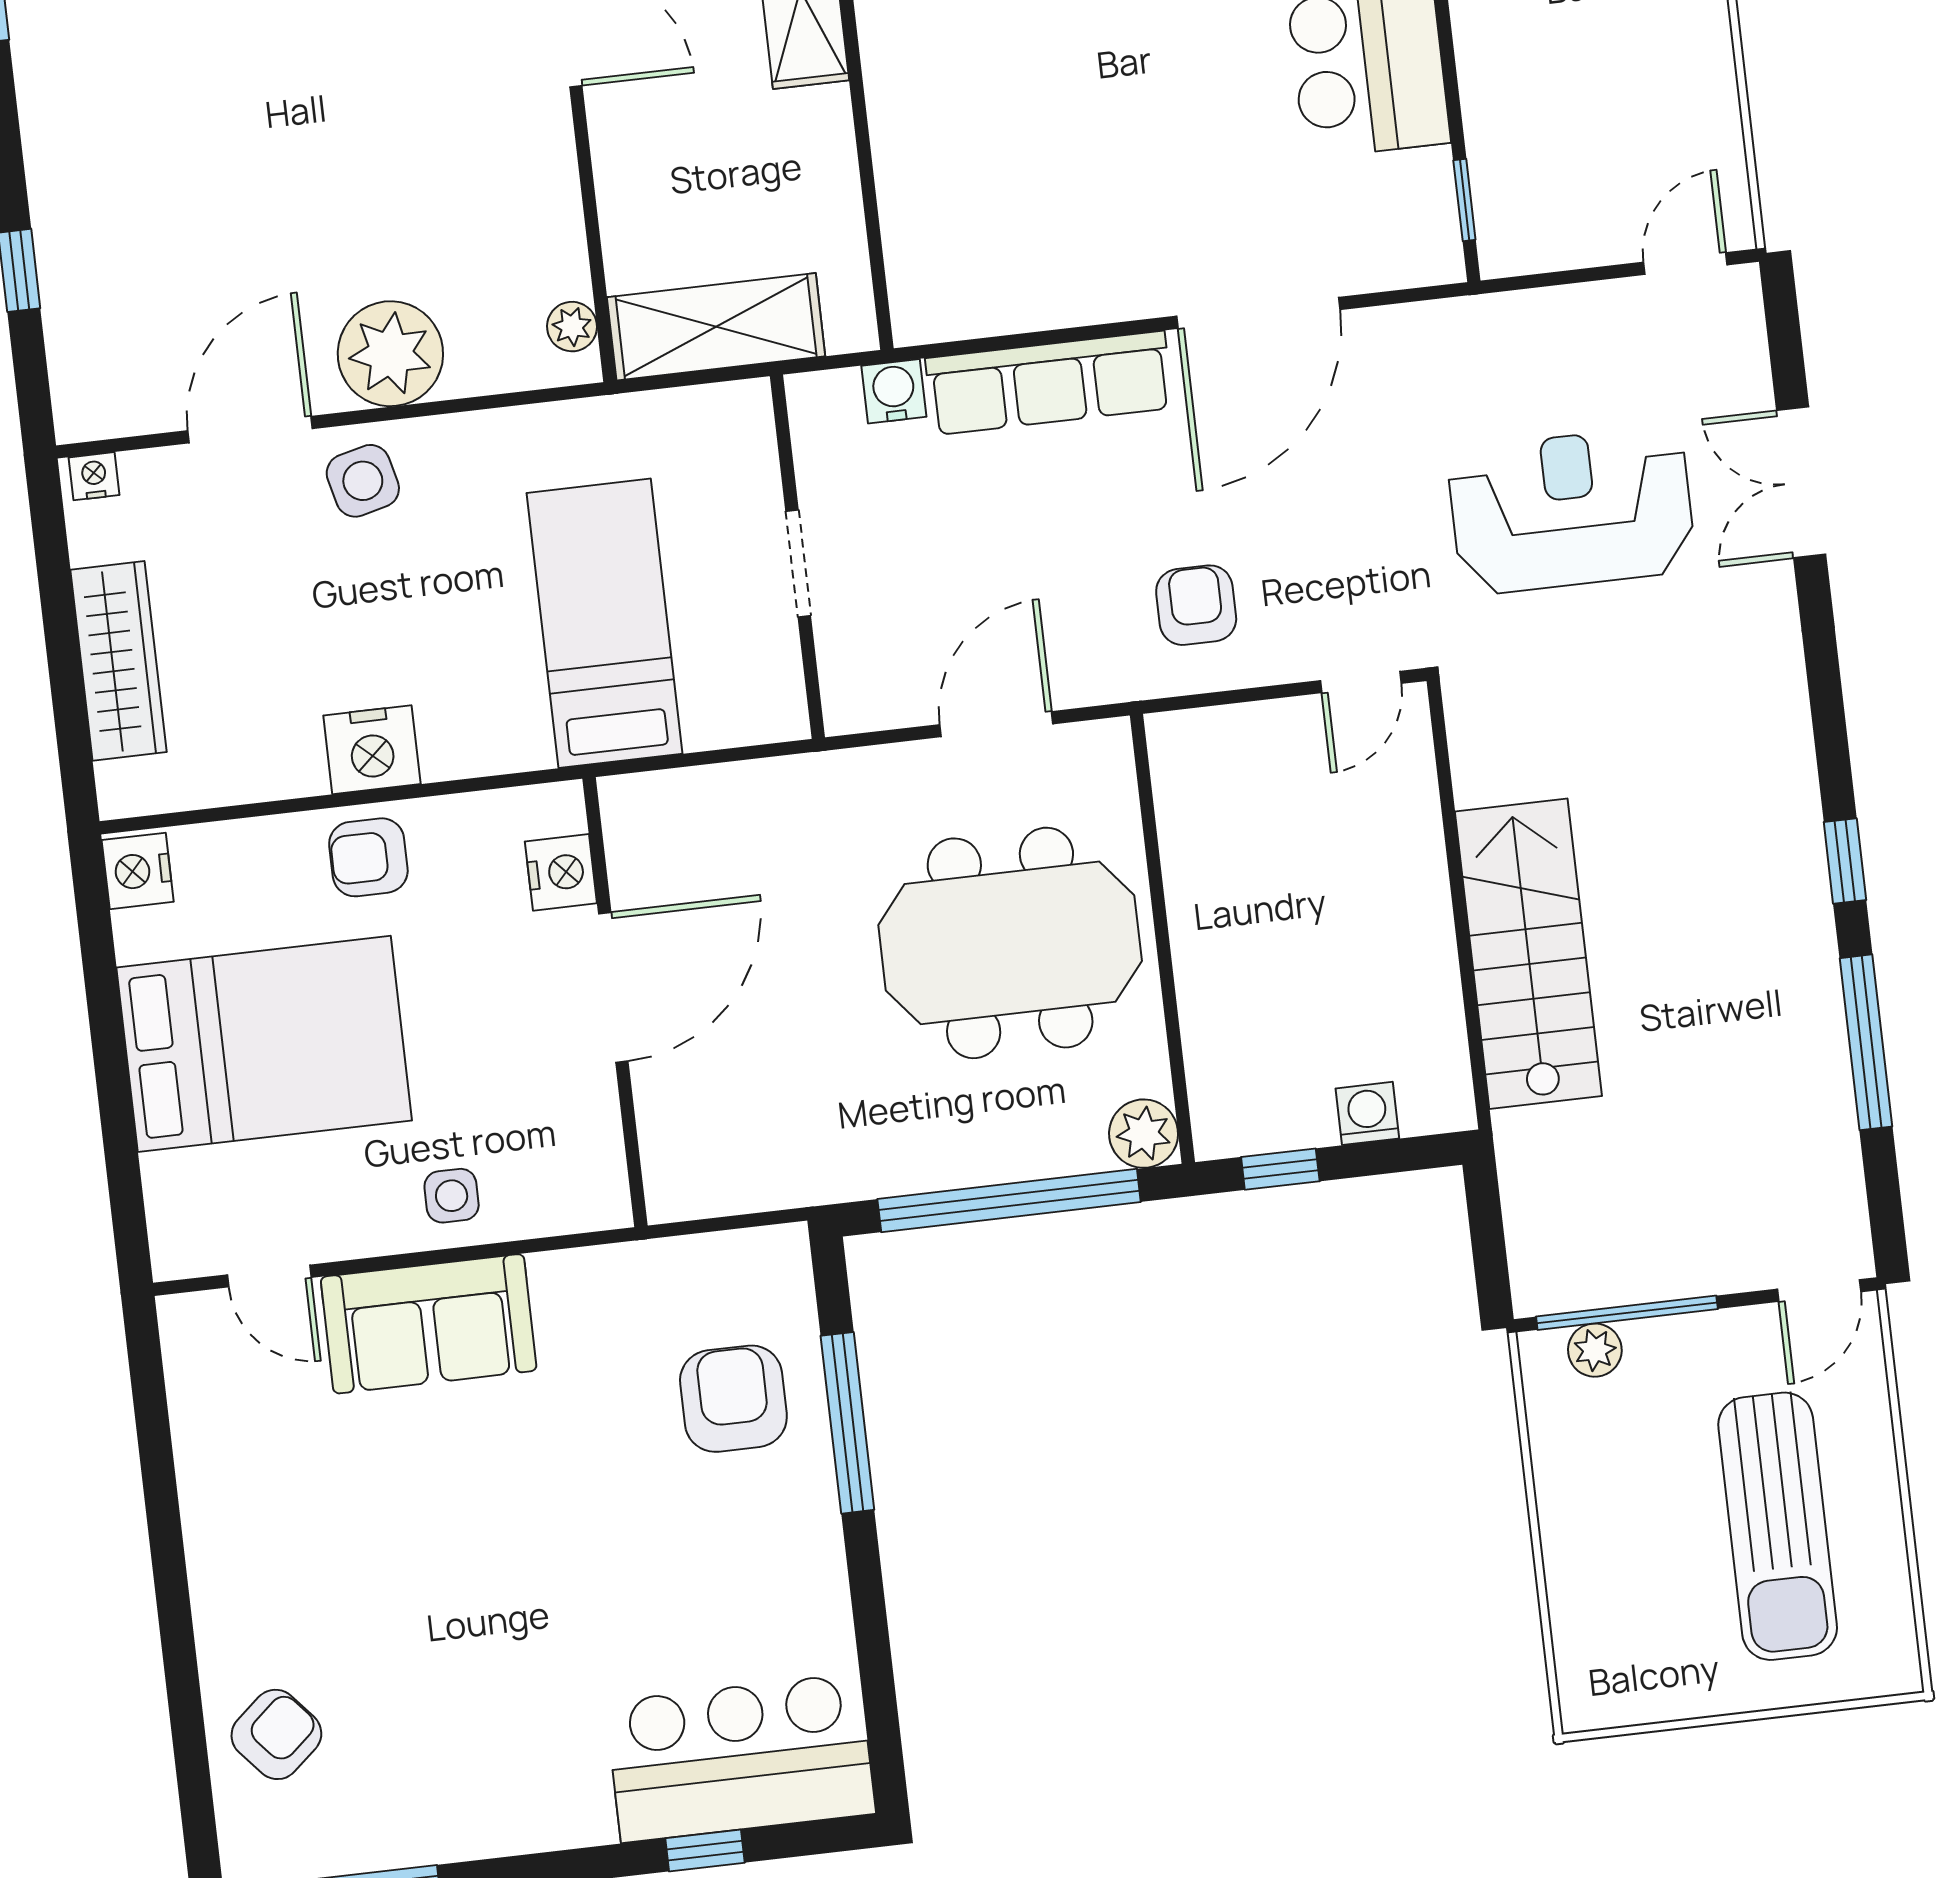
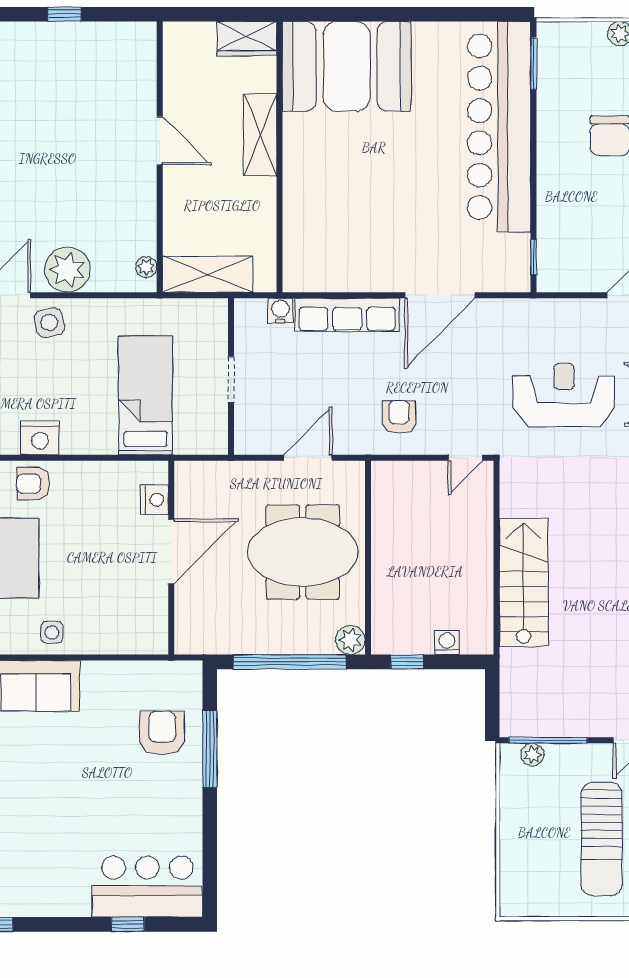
nightstand: (561, 872) -> (154, 500), moved
door: (613, 987) -> (171, 551), moved
wall: (615, 1002) -> (171, 558), moved

